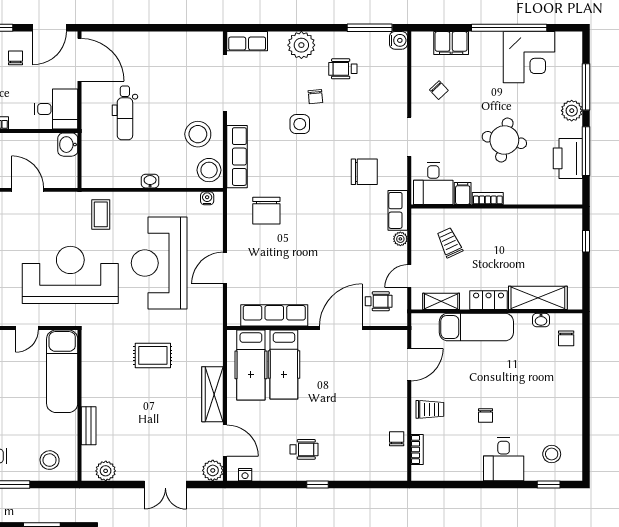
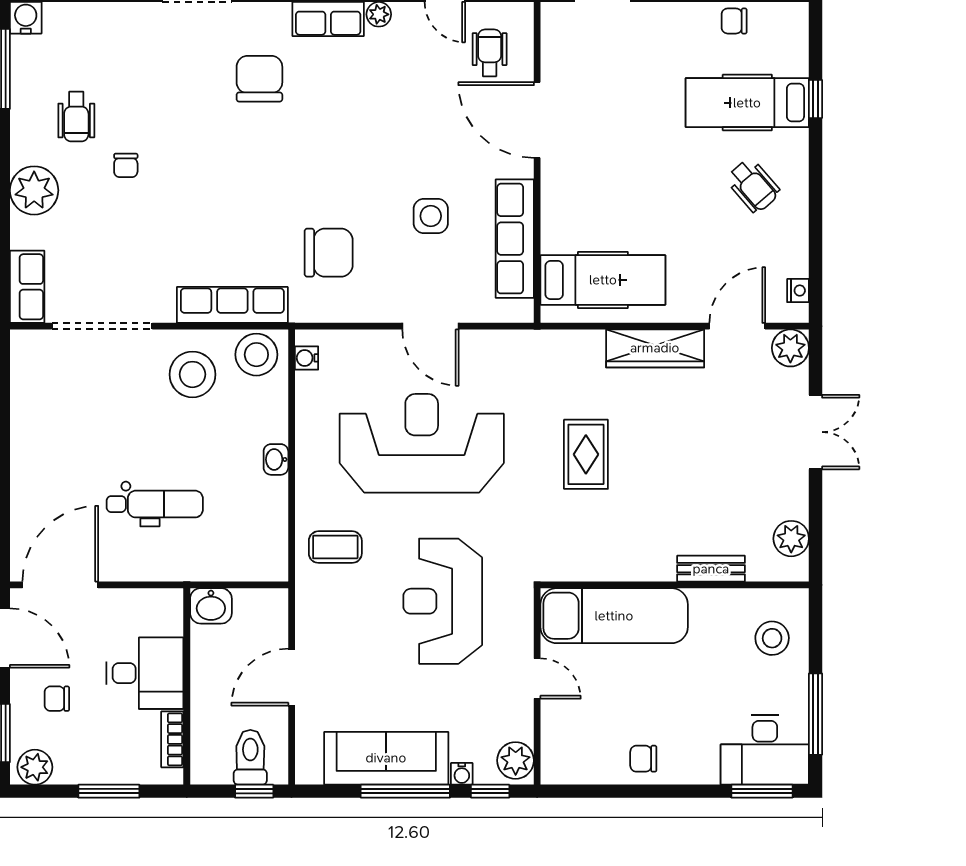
chair: (315, 97) -> (126, 165), turned 95
desk: (56, 109) -> (145, 673), moved, turned 90
side table: (300, 124) -> (431, 216), moved
reception desk: (159, 263) -> (422, 443), turned 180
reception desk: (70, 275) -> (443, 601), width x0.74, depth x0.77
hospital bed: (284, 364) -> (747, 103), moved, turned 180
wheelchair: (304, 449) -> (753, 186), turned 139
window: (317, 485) -> (816, 99), moved

